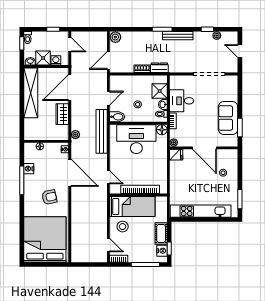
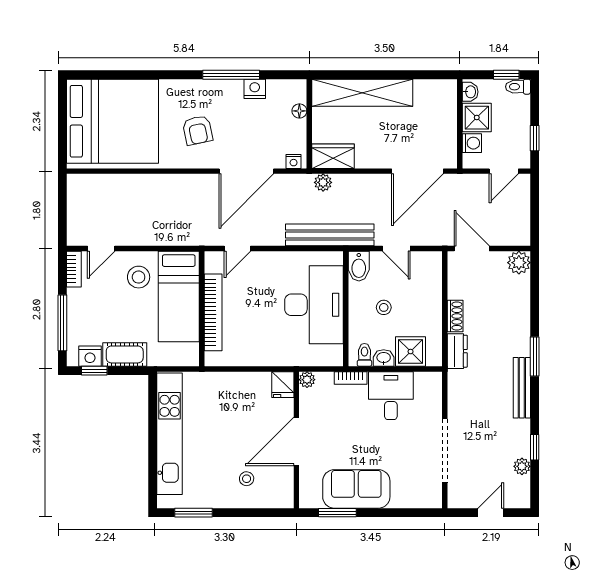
door: (70, 88) -> (417, 171), swing flipped
shelving: (31, 93) -> (362, 93), moved
wardrobe: (62, 114) -> (333, 156), moved
floor lamp: (162, 130) -> (333, 356), removed

